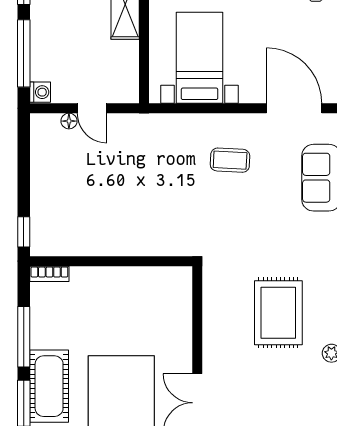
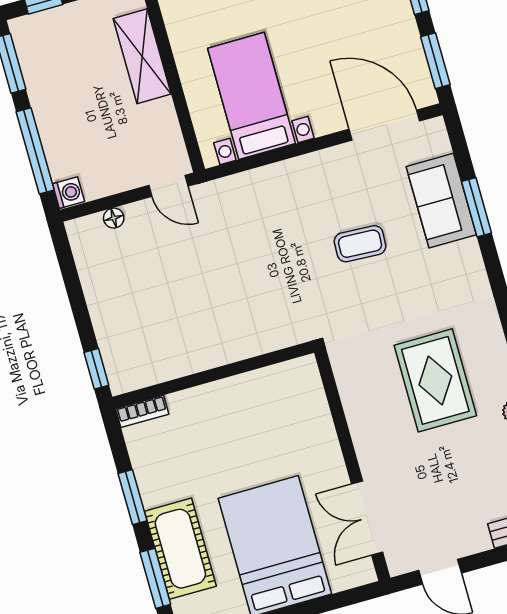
door: (92, 108) -> (168, 186), moved
coffee table: (230, 160) -> (360, 244), moved
window: (24, 337) -> (132, 497), width x0.69

